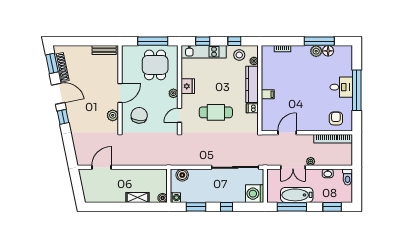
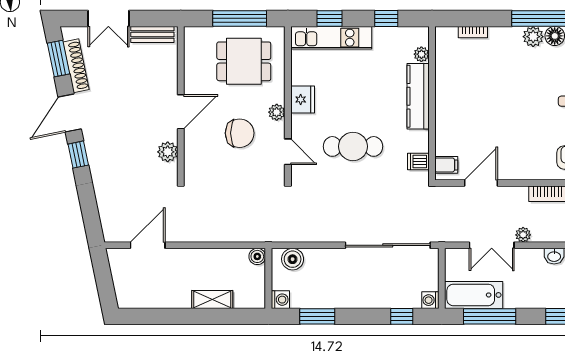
double door: (80, 41) -> (108, 18), added
stool: (239, 55) -> (395, 43), removed
dining table: (155, 65) -> (244, 61), turned 90
door: (58, 94) -> (70, 113), swing flipped
filing cabinet: (268, 94) -> (446, 165), moved
dishwasher: (252, 108) -> (418, 162), moved
chair: (139, 115) -> (240, 133), moved, turned 84
door: (180, 115) -> (288, 152), swing flipped
washing machine: (255, 194) -> (430, 300), width x0.53, depth x0.53
bathtub: (297, 195) -> (474, 295), moved
boiler: (163, 198) -> (257, 256), moved
window: (227, 207) -> (402, 316), moved

